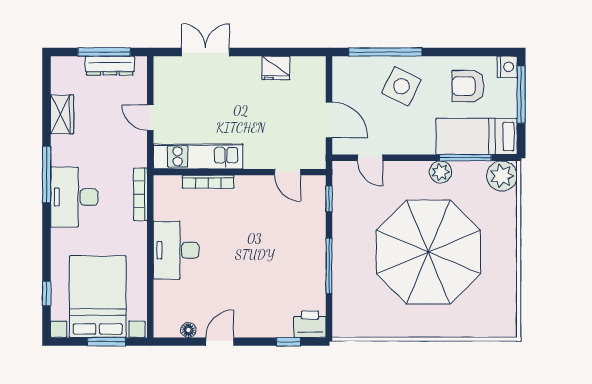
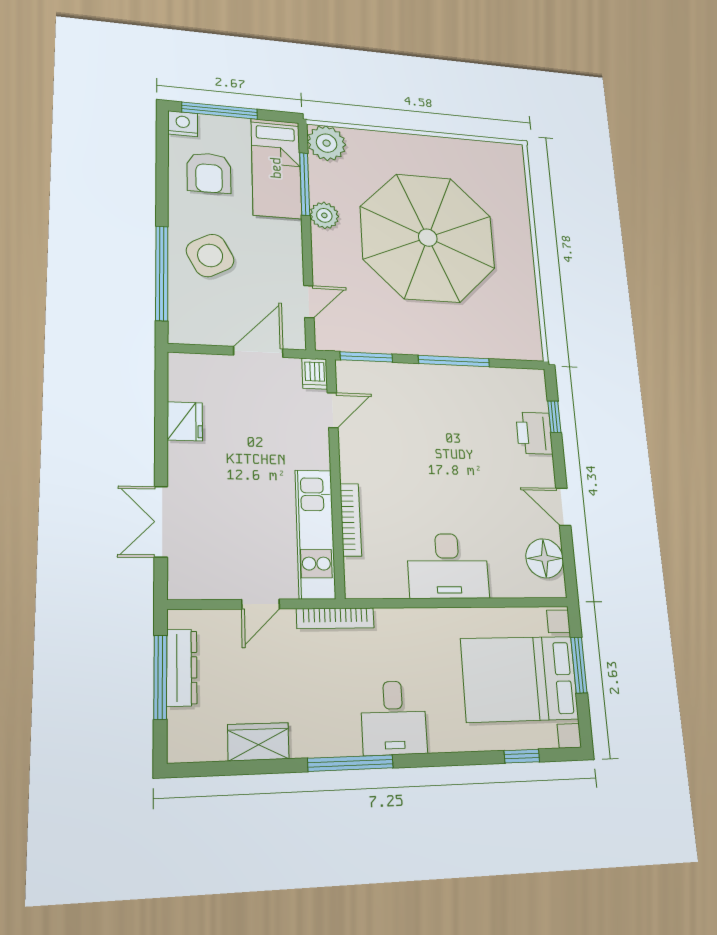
side table: (401, 86) -> (210, 255), turned 36
dishwasher: (314, 160) -> (315, 374), added
bookcase: (140, 194) -> (335, 618), moved
desk: (74, 197) -> (394, 718), width x0.73
window: (329, 199) -> (366, 357), width x1.50
printer: (310, 324) -> (534, 433), moved
floor lamp: (188, 330) -> (545, 558), width x1.89, depth x1.89

